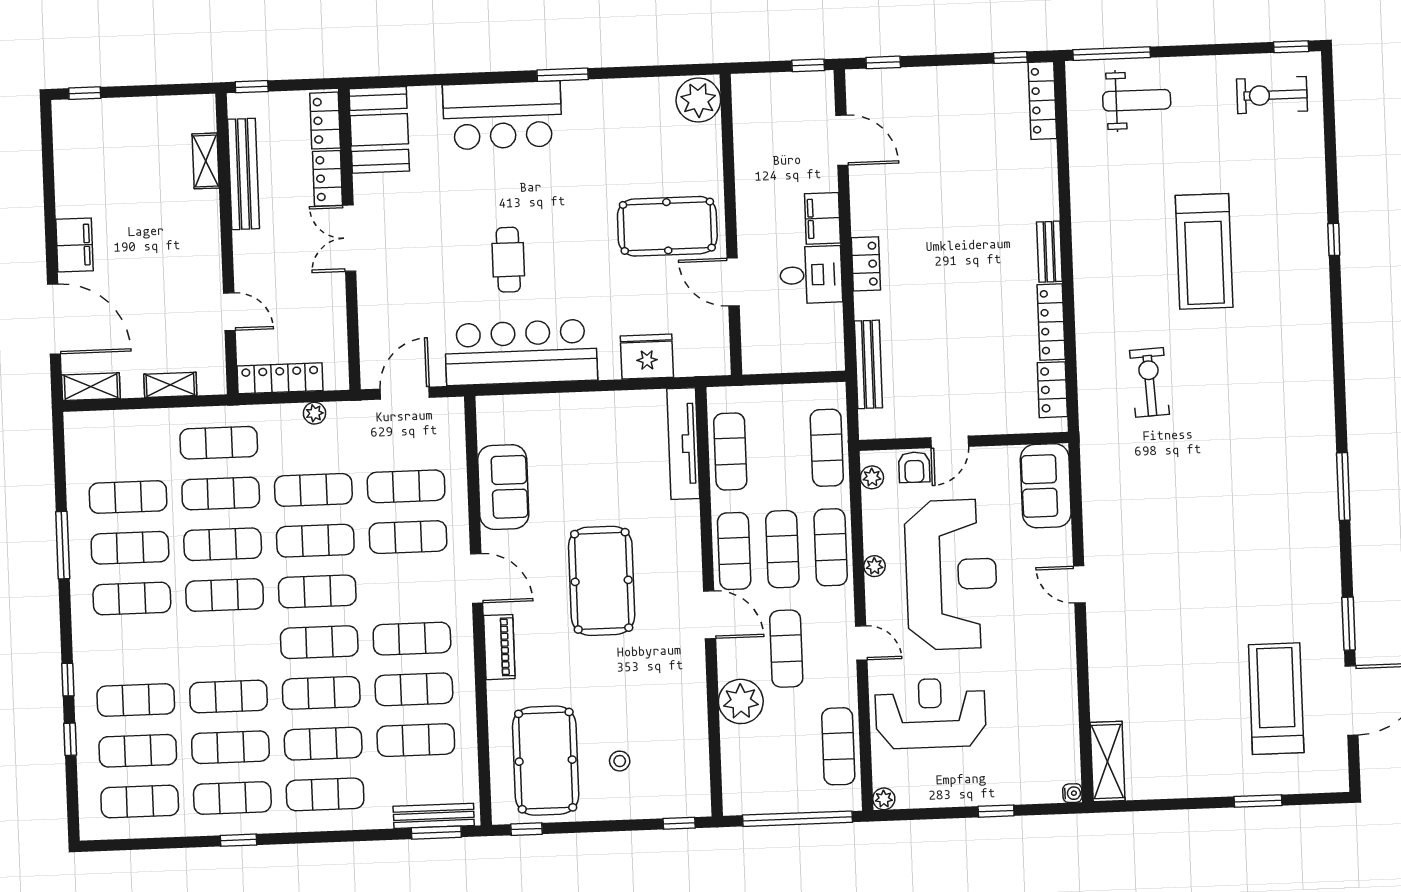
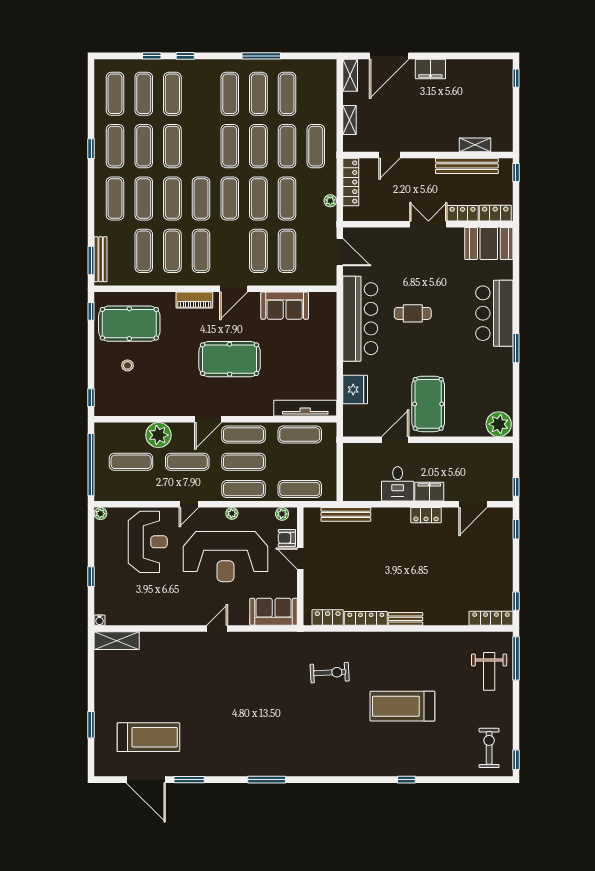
locker: (866, 264) -> (426, 515), moved
exercise mat: (838, 746) -> (131, 462), moved

